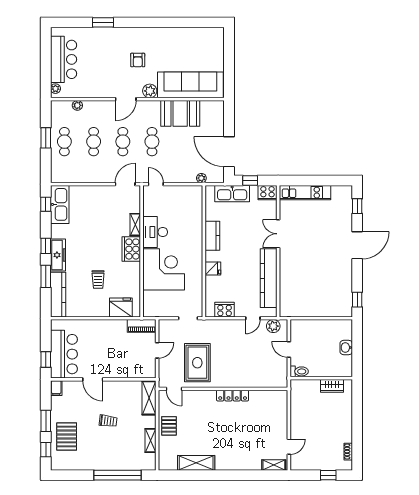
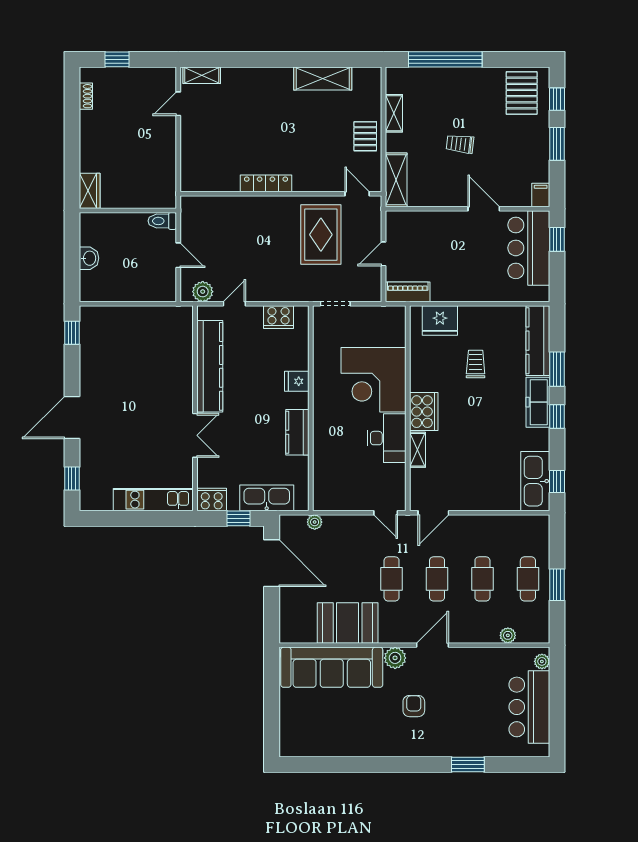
wardrobe: (332, 386) -> (90, 191), moved, turned 90
pallet: (67, 436) -> (522, 93), moved

